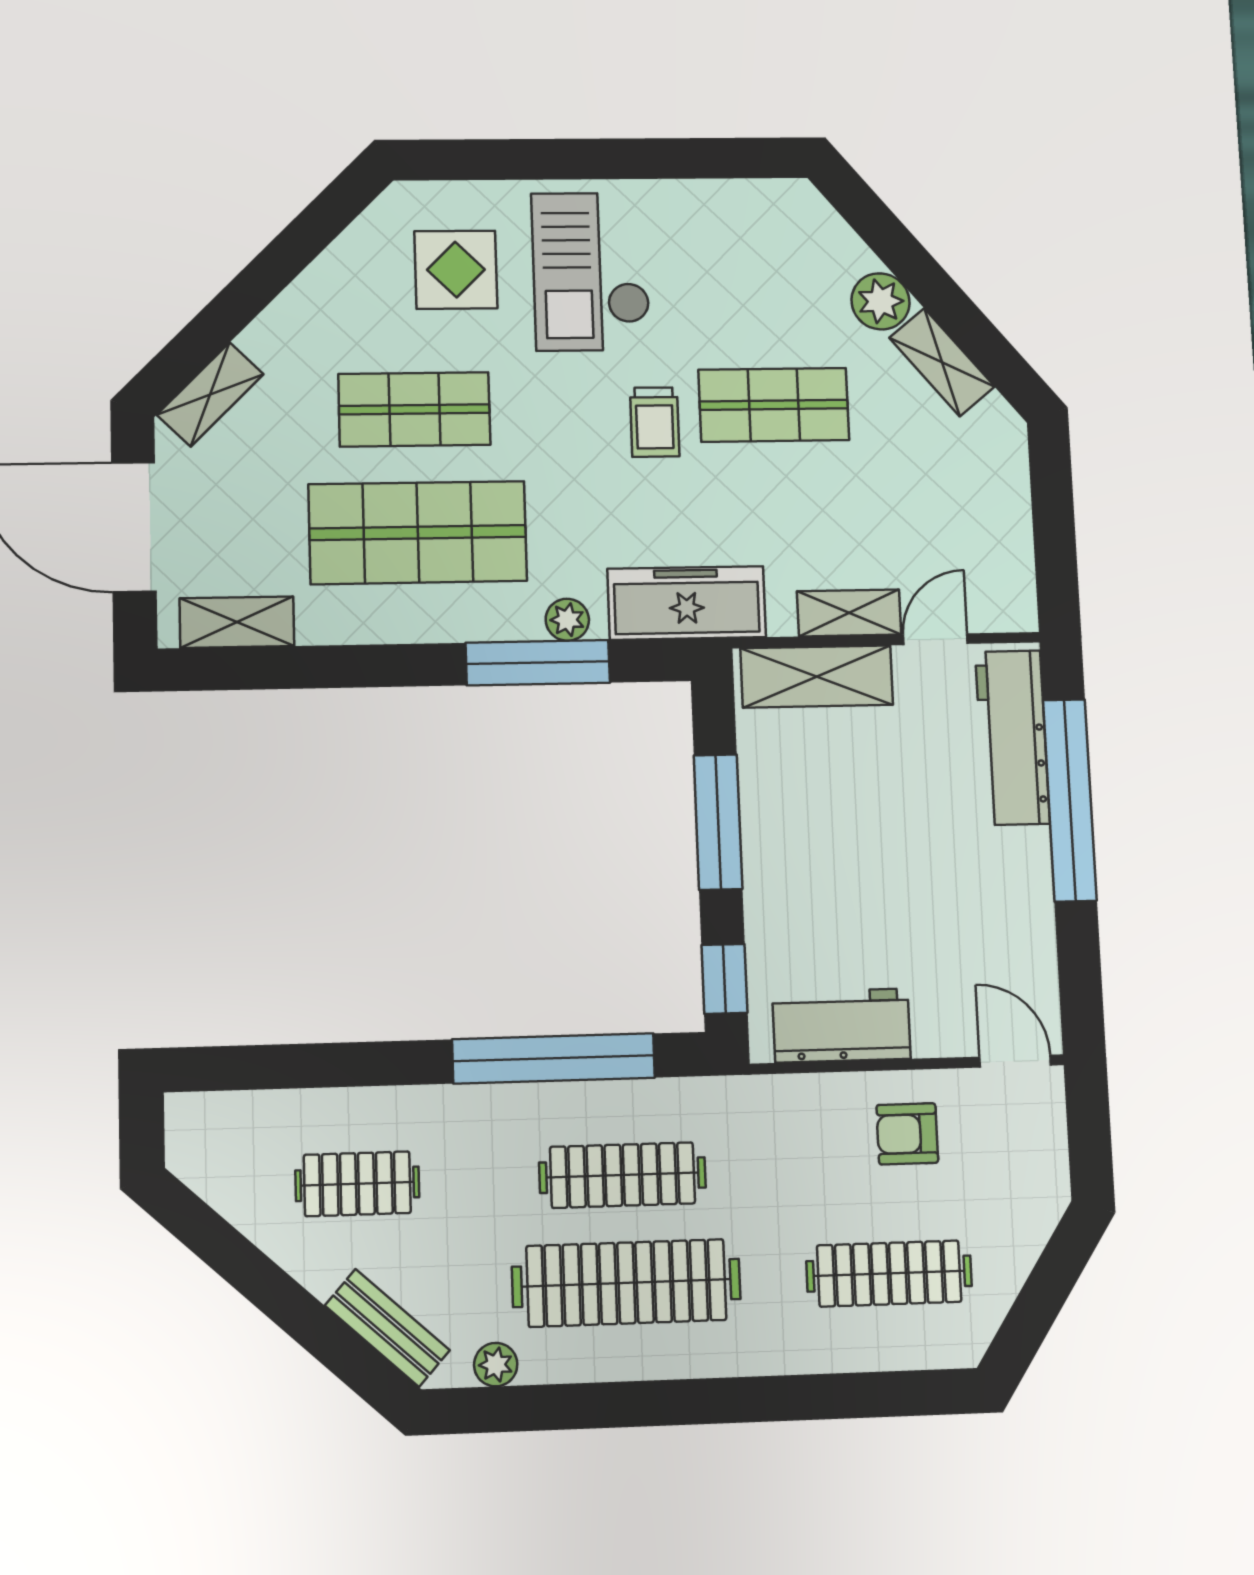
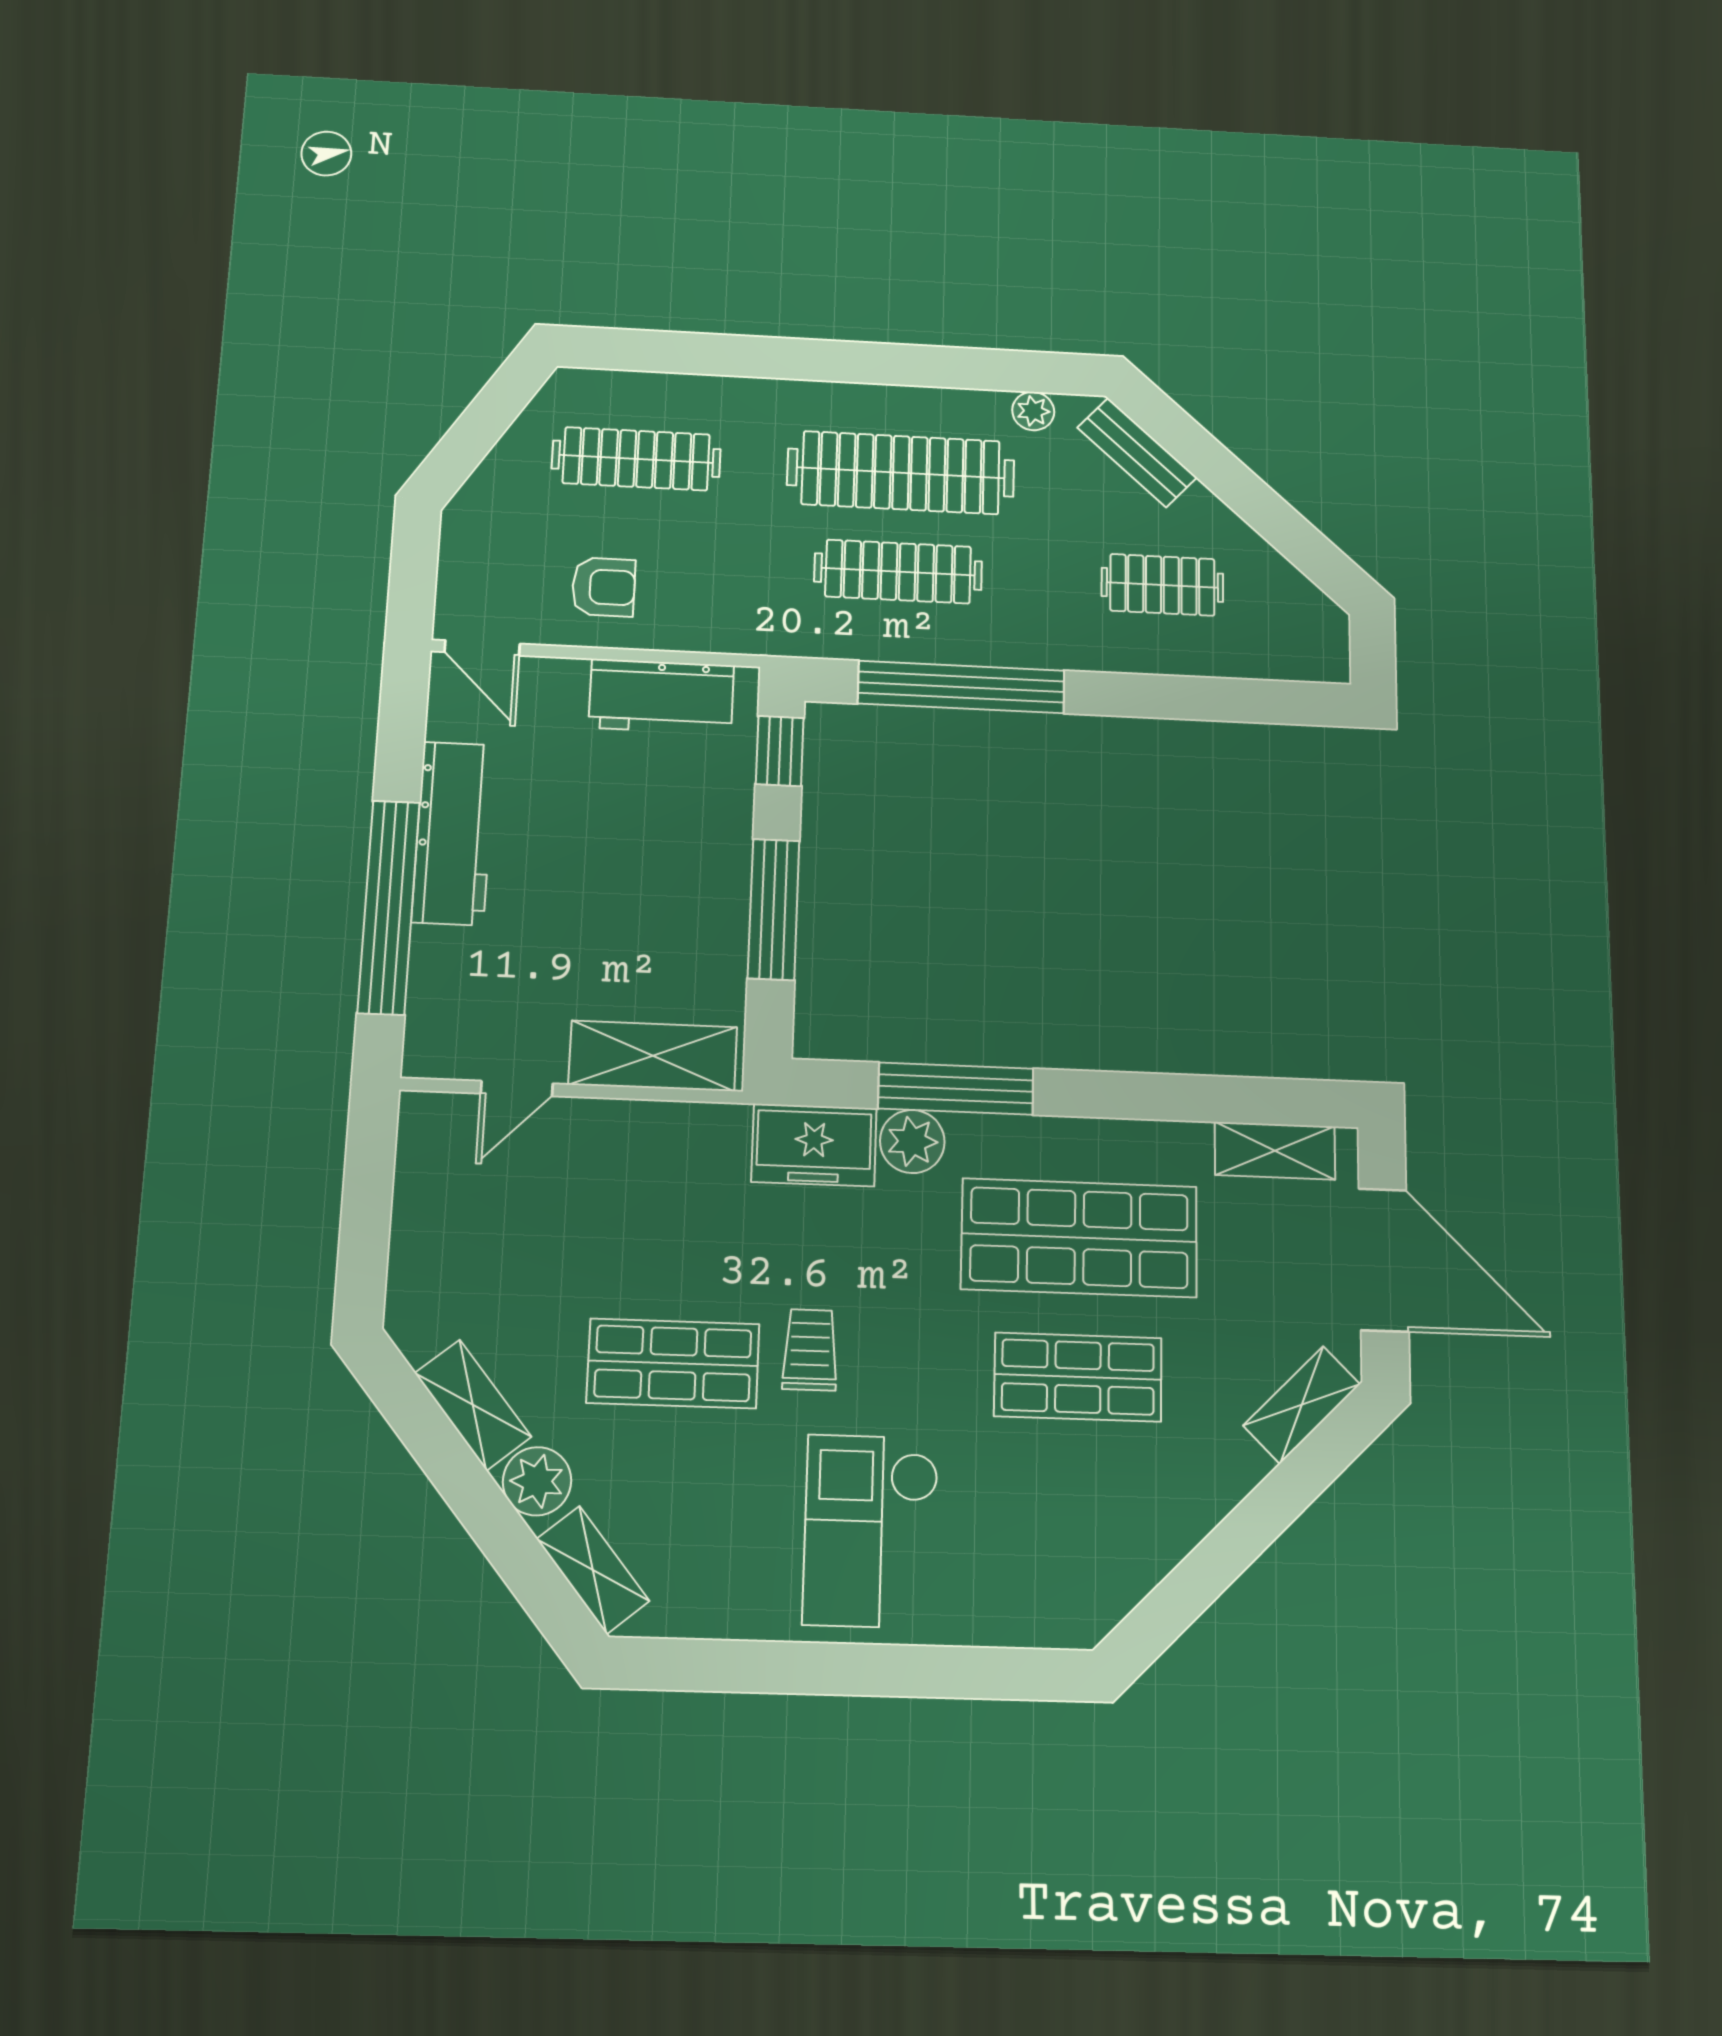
display table: (456, 270) -> (1025, 1539), removed
checkout: (591, 272) -> (871, 1531), turned 180
freezer: (687, 603) -> (814, 1145), width x0.71
shelving: (849, 613) -> (593, 1570), moved, turned 51
plant: (567, 620) -> (912, 1141), width x1.38, depth x1.38
workbench: (1012, 737) -> (453, 833), moved

